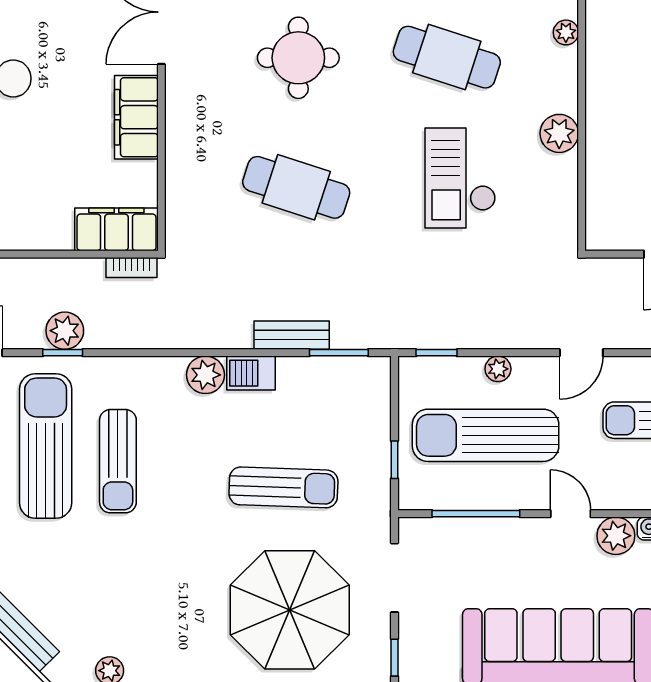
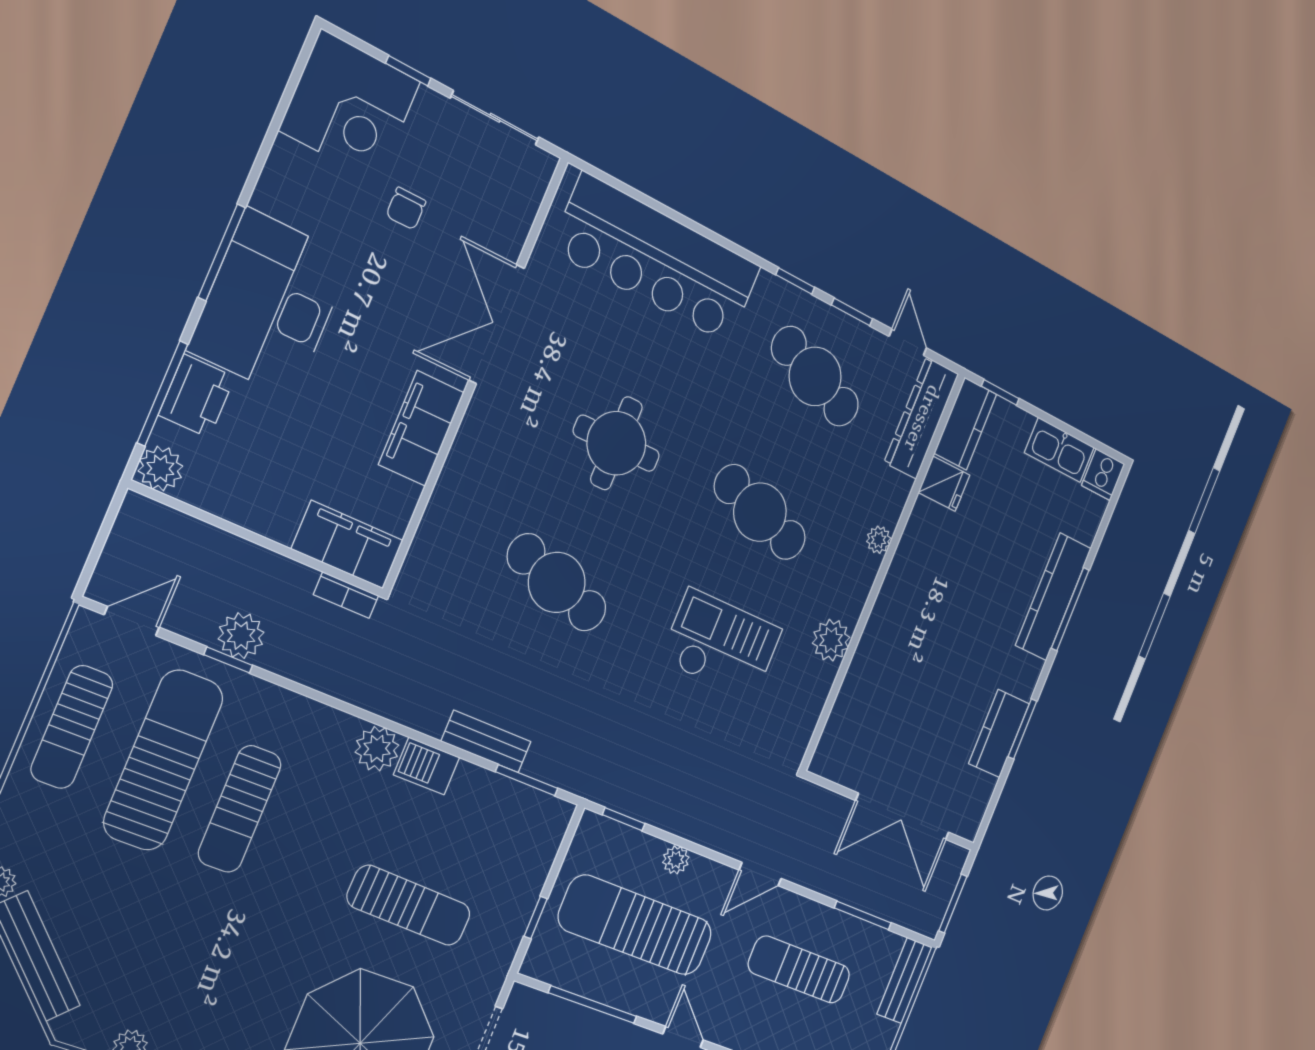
checkout: (460, 178) -> (721, 645), turned 90

